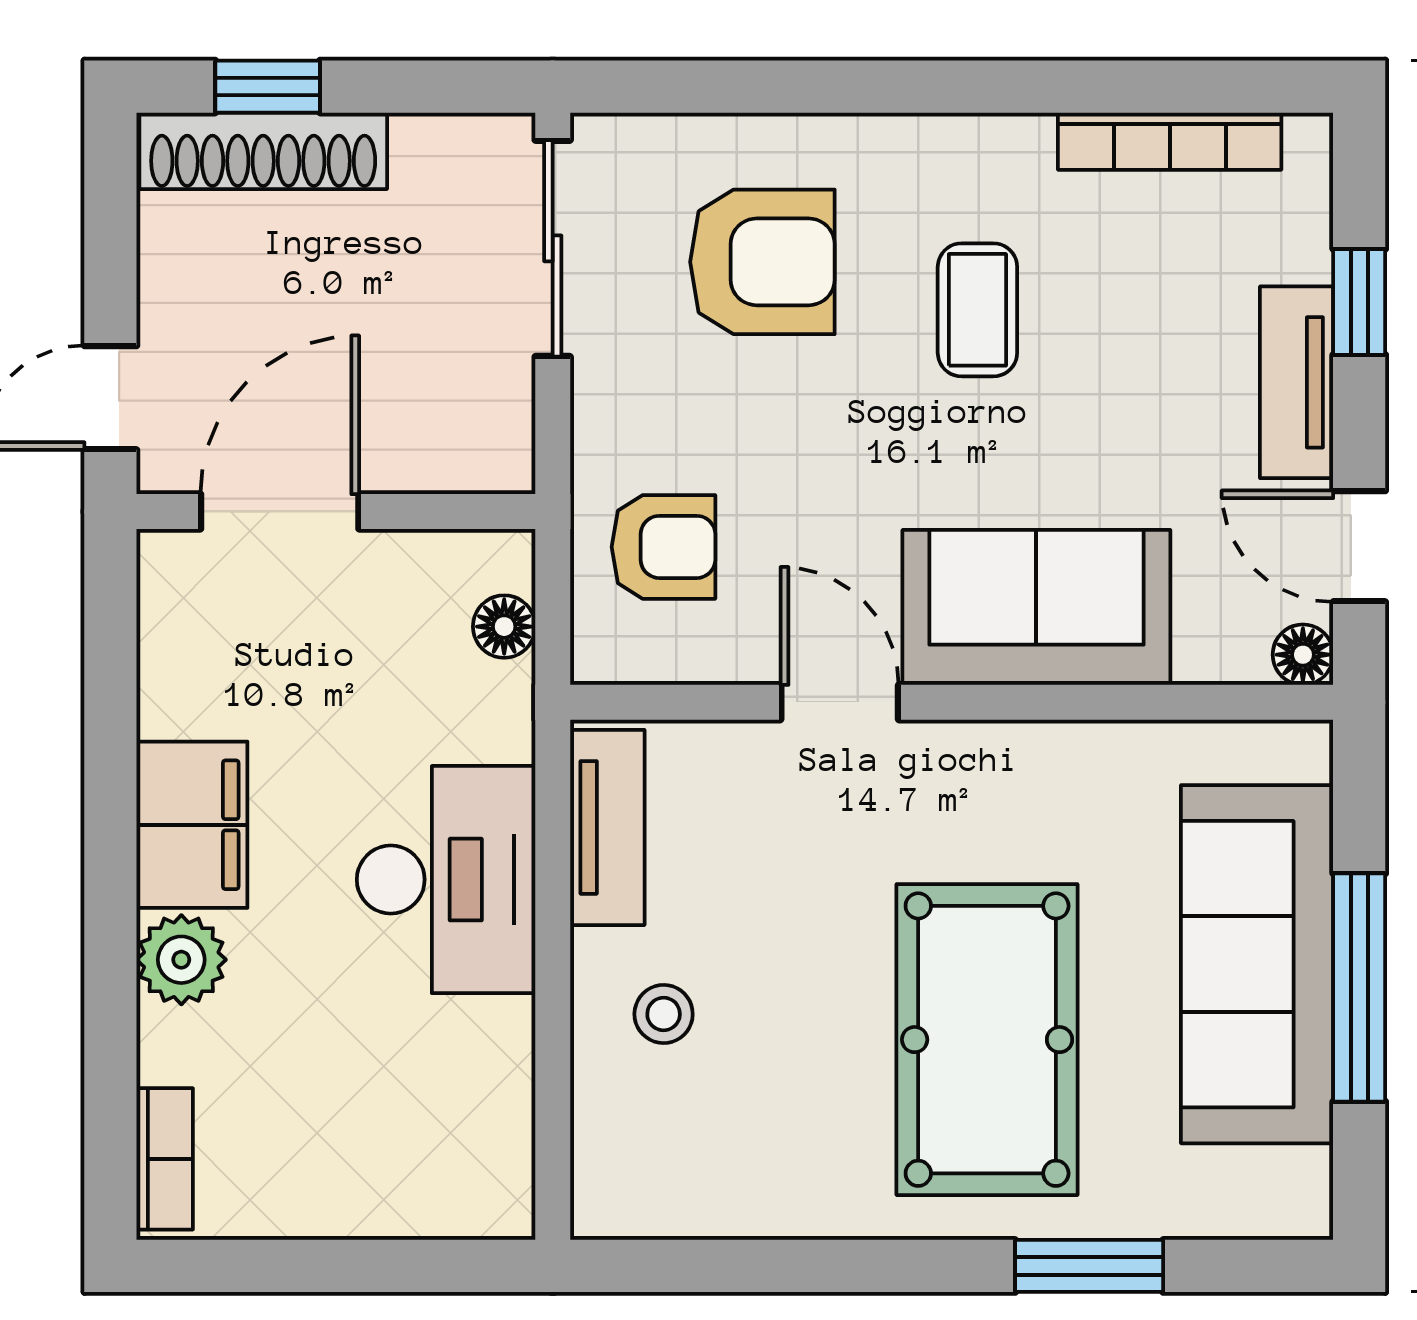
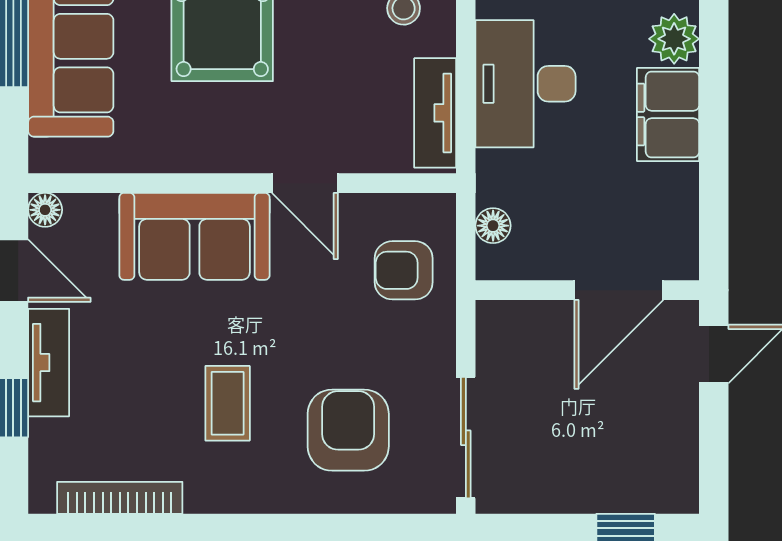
shoe rack: (263, 151) -> (628, 492), removed
armchair: (762, 262) -> (348, 430), turned 90

